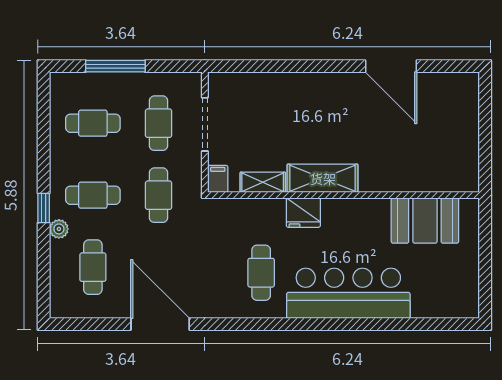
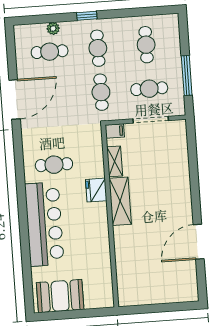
window: (115, 66) -> (187, 76), moved
cafe table: (159, 195) -> (101, 92), turned 90
booth: (425, 221) -> (60, 296), moved, turned 90
plant: (59, 229) -> (53, 28), moved

